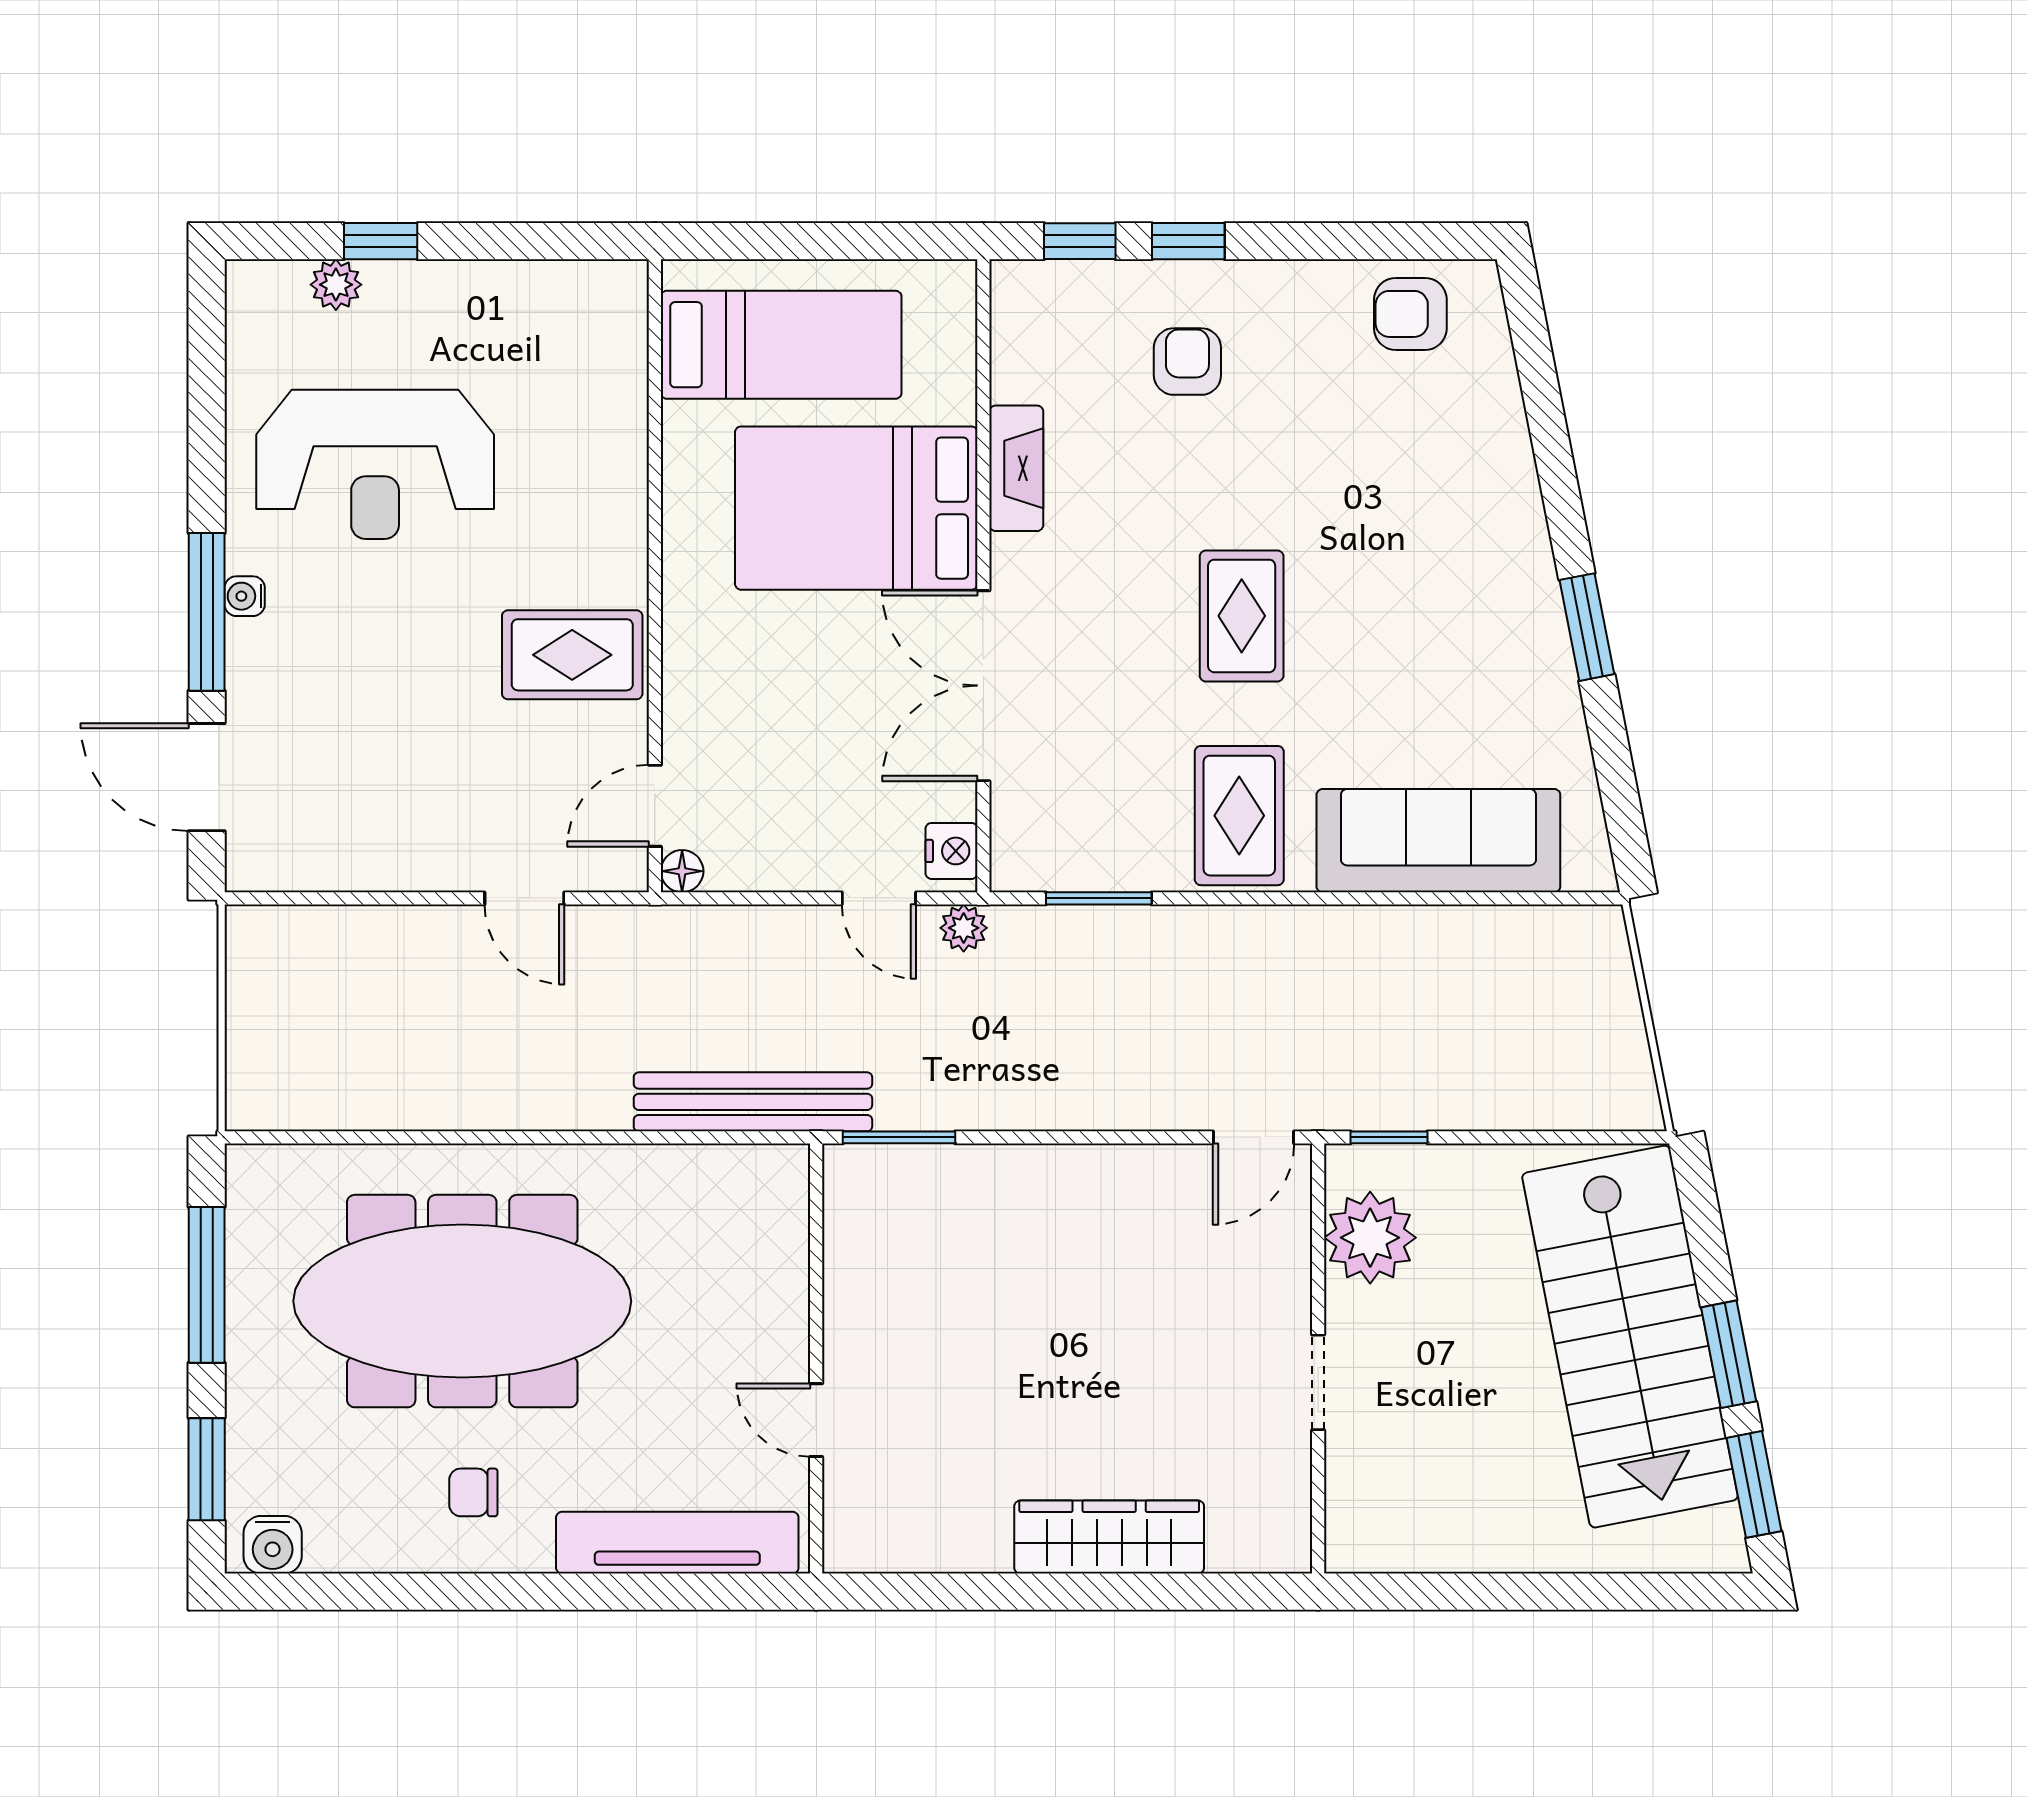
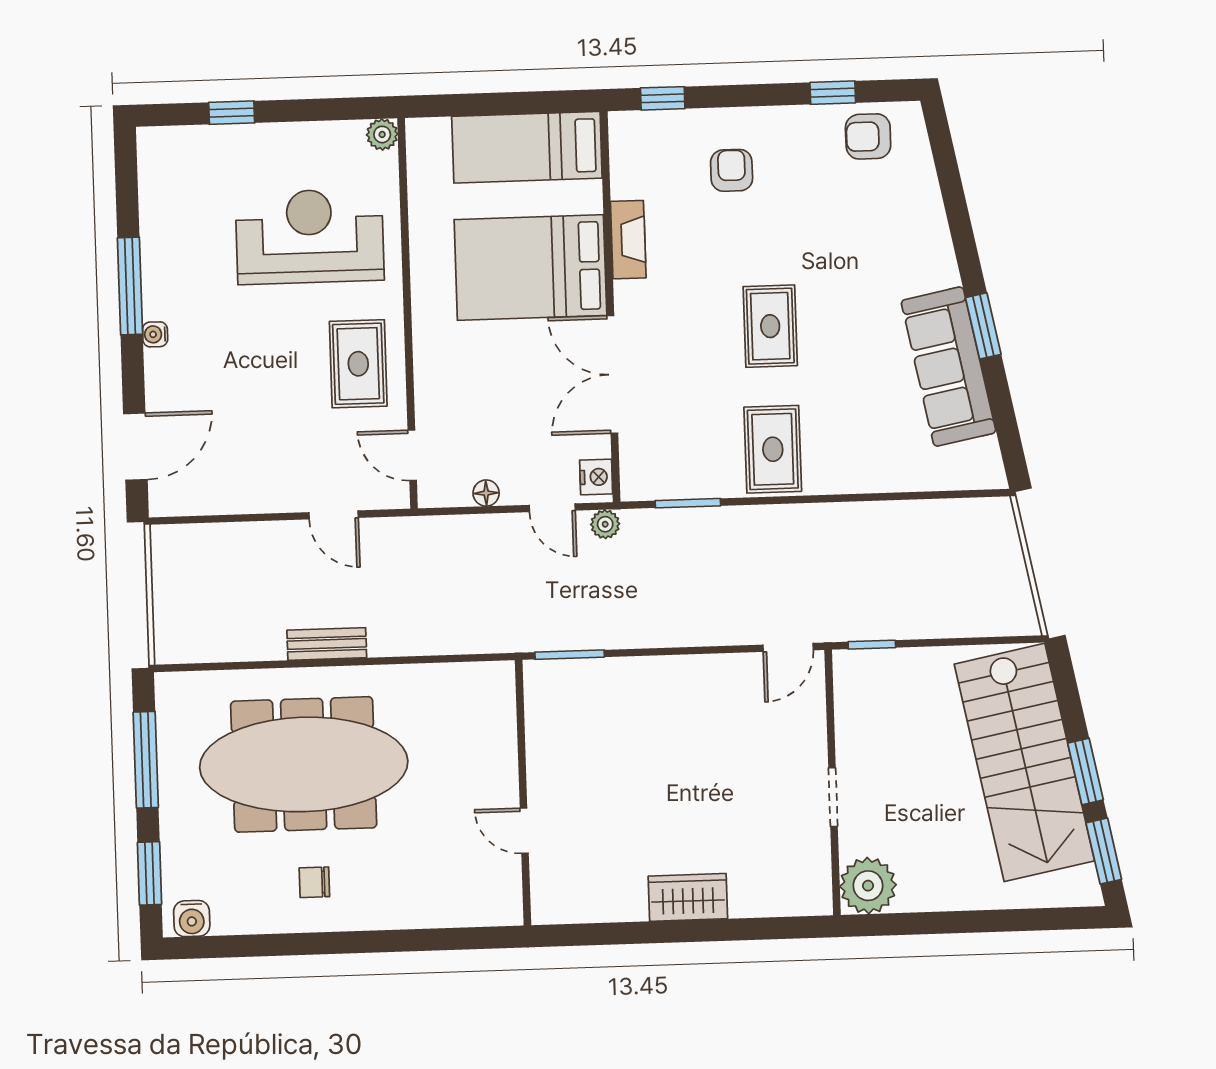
window: (1188, 241) -> (833, 93), moved
plant: (336, 285) -> (382, 134), moved
bed: (781, 345) -> (527, 147), moved, turned 180
reception desk: (375, 464) -> (310, 236), moved, turned 180
window: (207, 612) -> (130, 286), moved
rug: (572, 655) -> (358, 364), turned 90
door: (207, 777) -> (135, 447), swing flipped
door: (655, 806) -> (412, 455), hinge flipped
sofa: (1438, 841) -> (948, 367), moved, turned -101
floor lamp: (682, 871) -> (486, 493), moved
bench: (753, 1102) -> (327, 644), moved, width x0.54, depth x0.82
plant: (1370, 1238) -> (868, 886), moved
wardrobe: (1109, 1537) -> (688, 897), width x0.67
tv unit: (677, 1543) -> (441, 909), removed

